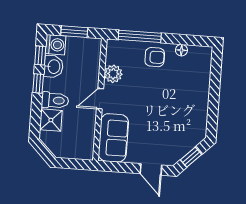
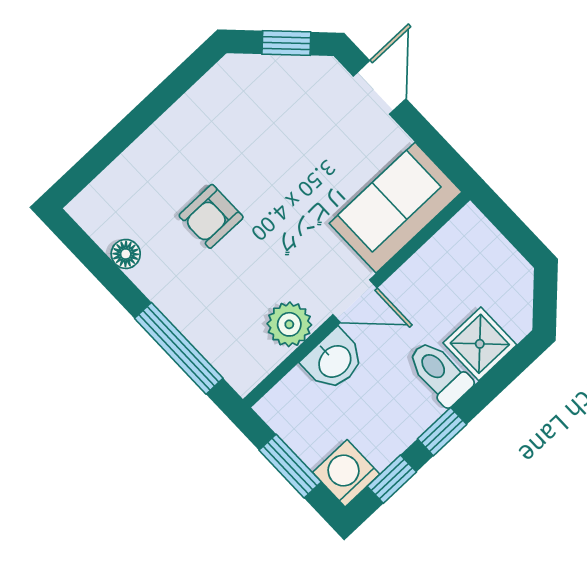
armchair: (155, 57) -> (211, 216), moved, turned -90
washbasin: (53, 67) -> (334, 360), moved, turned 180

